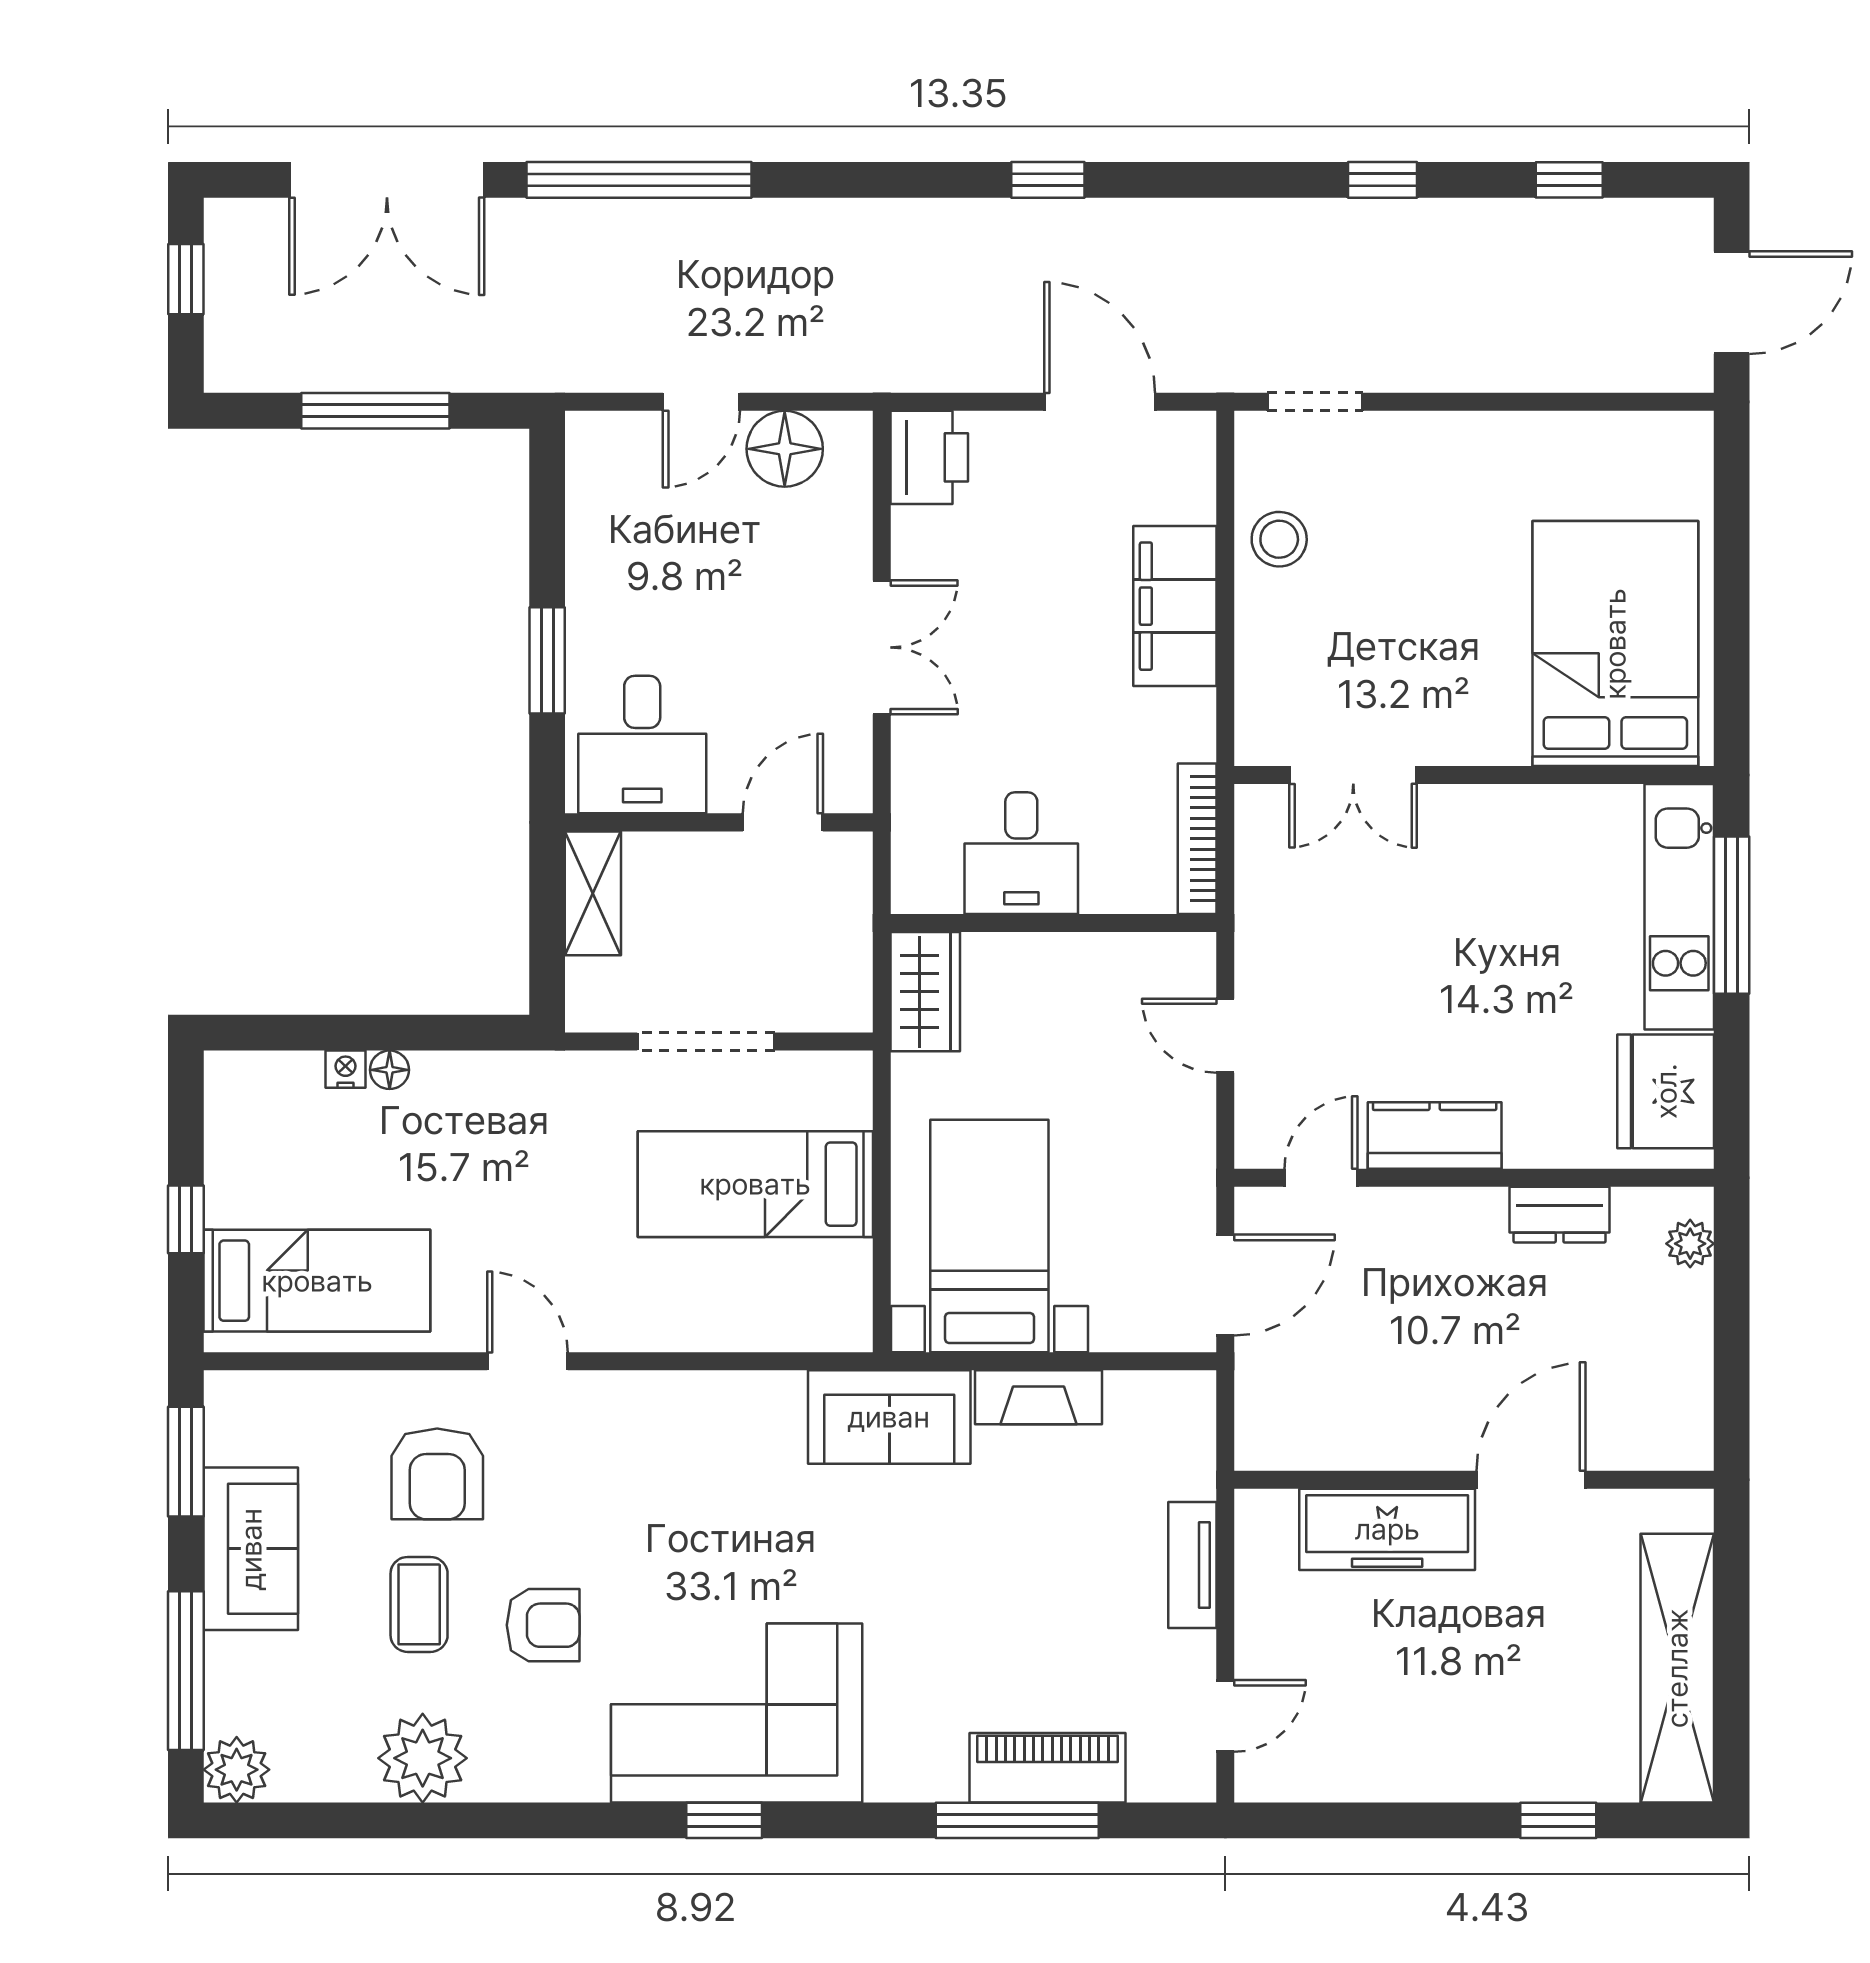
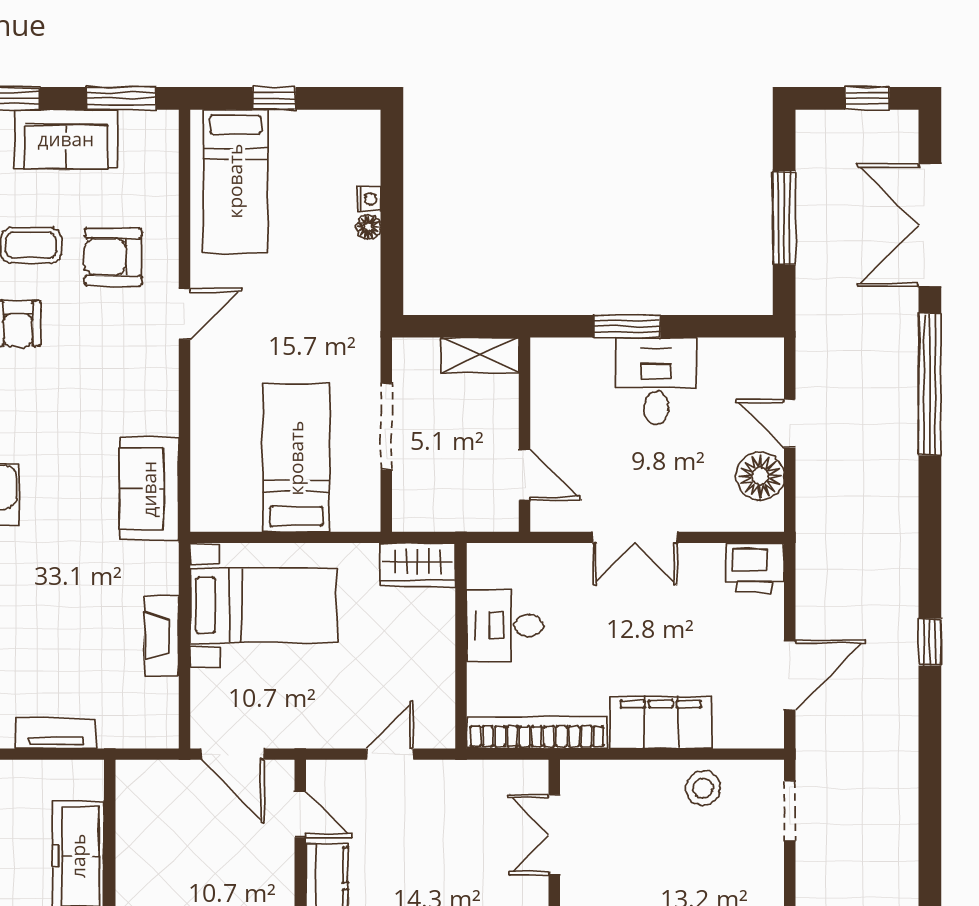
window: (1383, 180) -> (930, 853), removed
desk: (642, 745) -> (656, 381), moved, turned 90
bookcase: (1197, 839) -> (537, 733), width x1.48, depth x1.31
sofa: (889, 1417) -> (149, 489), moved

